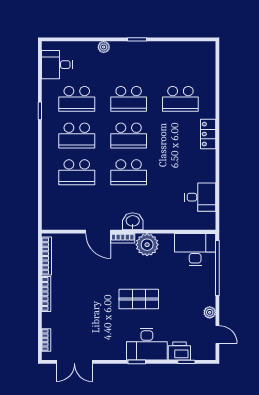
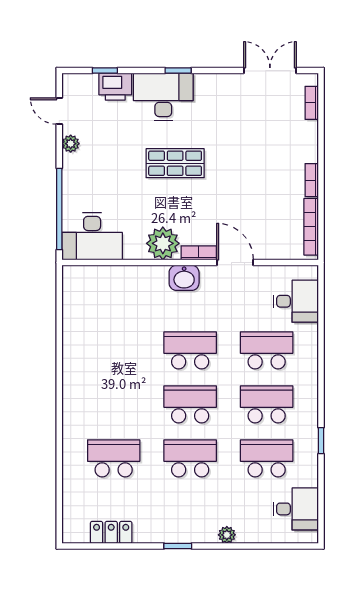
locker: (208, 134) -> (111, 532), moved, turned -90
desk: (200, 197) -> (296, 301), moved, turned 180
bookcase: (46, 294) -> (312, 180), width x0.64

